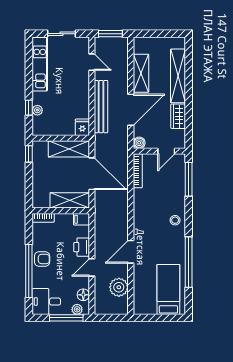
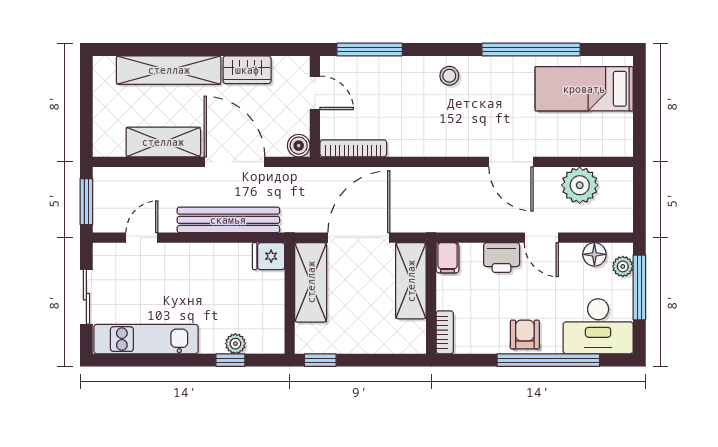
desk: (46, 302) -> (598, 326), width x1.37

